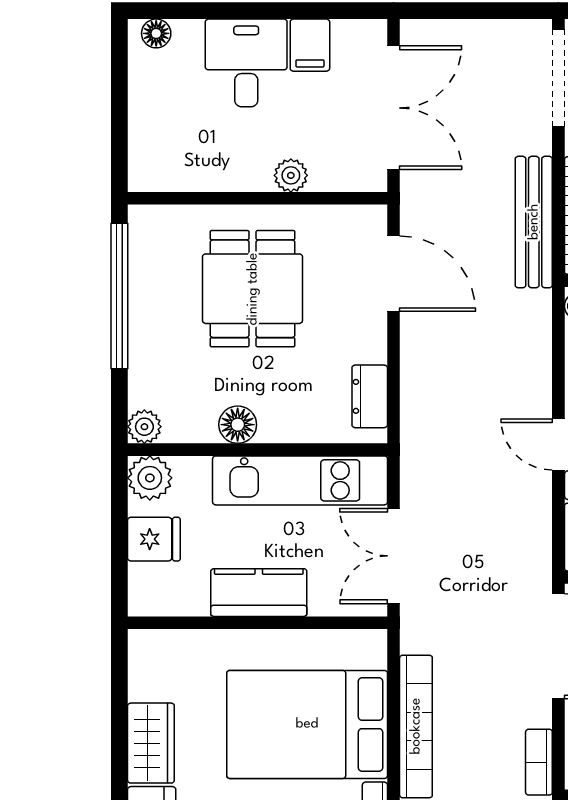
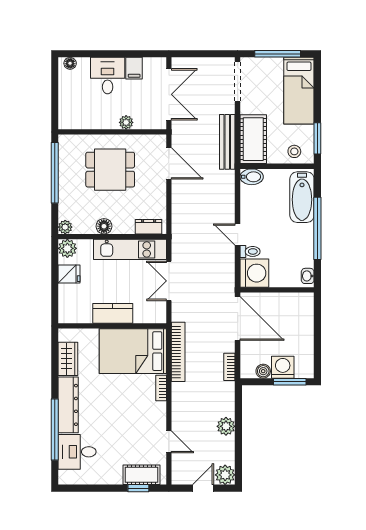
dining table: (253, 289) -> (110, 170), turned 90
dresser: (370, 396) -> (149, 227), moved, turned 90
kitchen counter: (259, 593) -> (113, 313), moved
wall: (258, 623) -> (112, 326), moved

